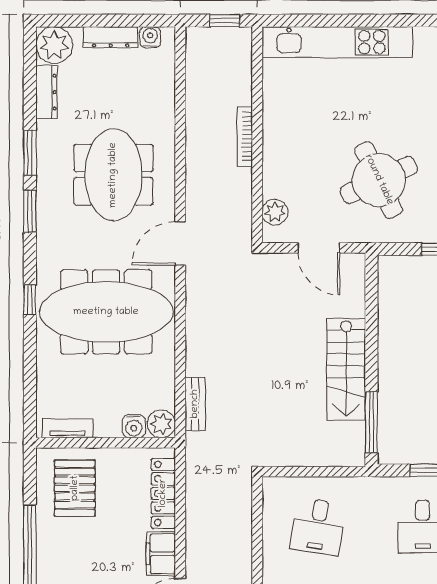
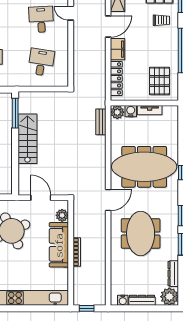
sofa: (282, 151) -> (59, 245), added
tv unit: (68, 428) -> (150, 110), moved

